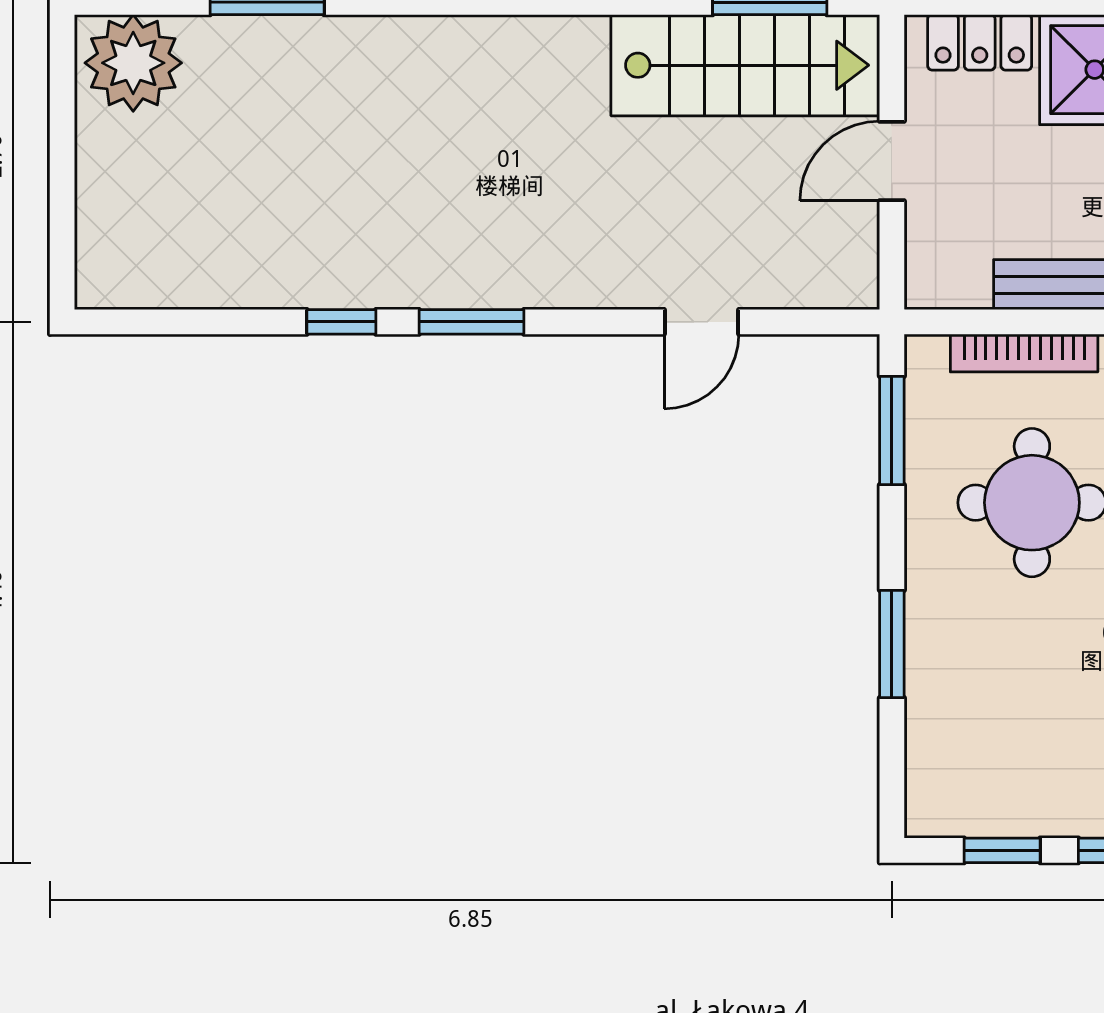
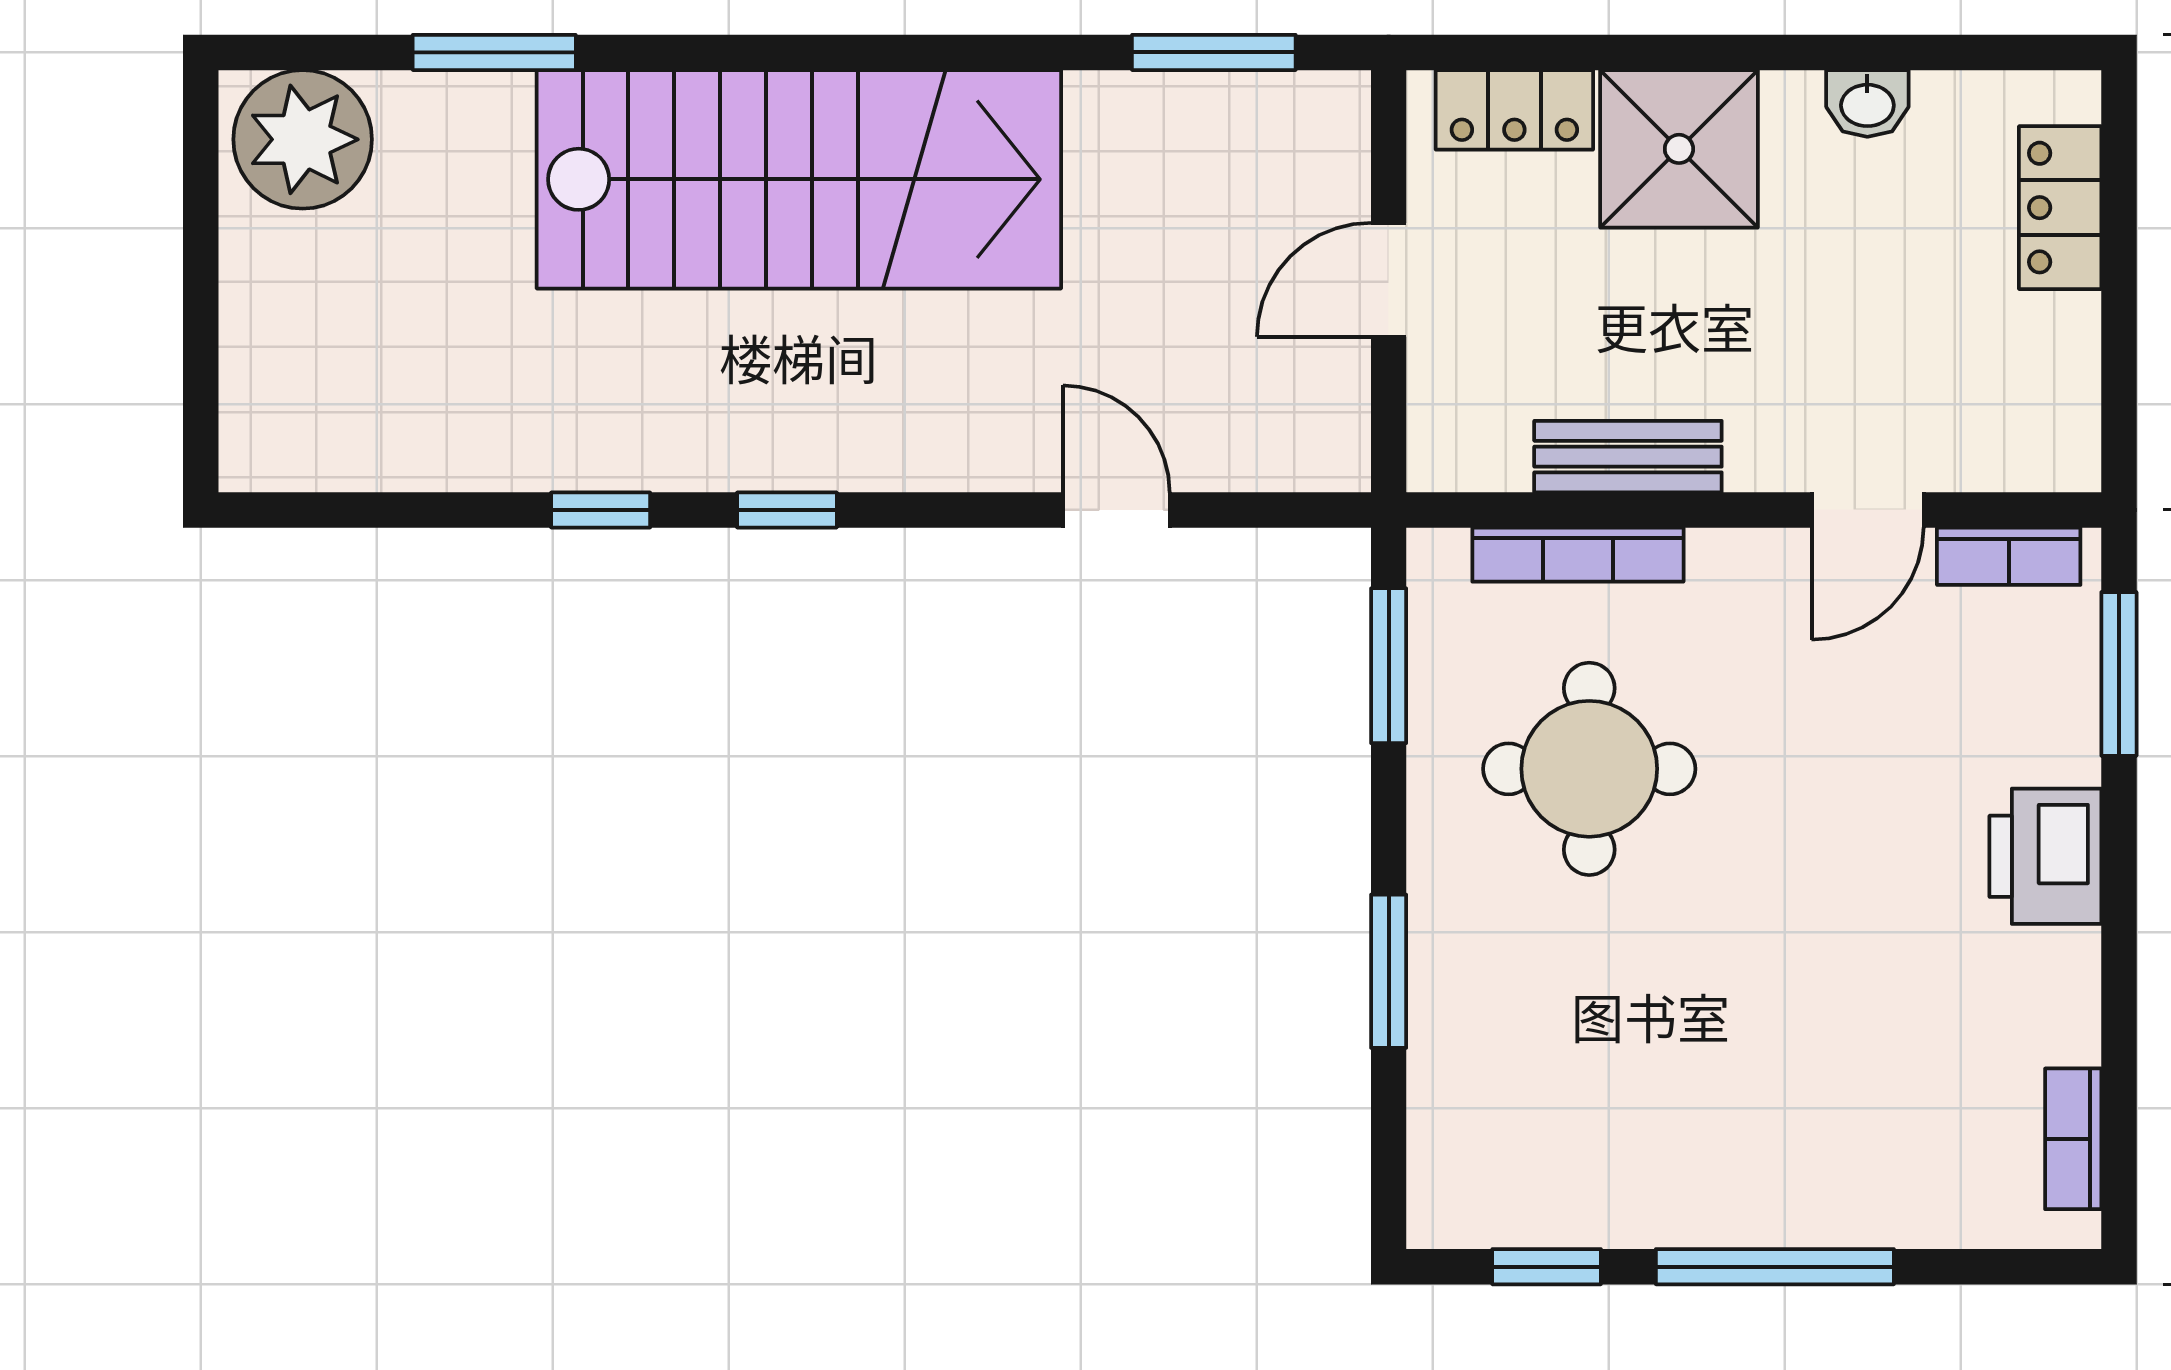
stairs: (745, 65) -> (799, 179), moved, width x1.36, depth x1.51
window: (472, 322) -> (787, 510), width x0.67
door: (702, 322) -> (1116, 510), swing flipped

